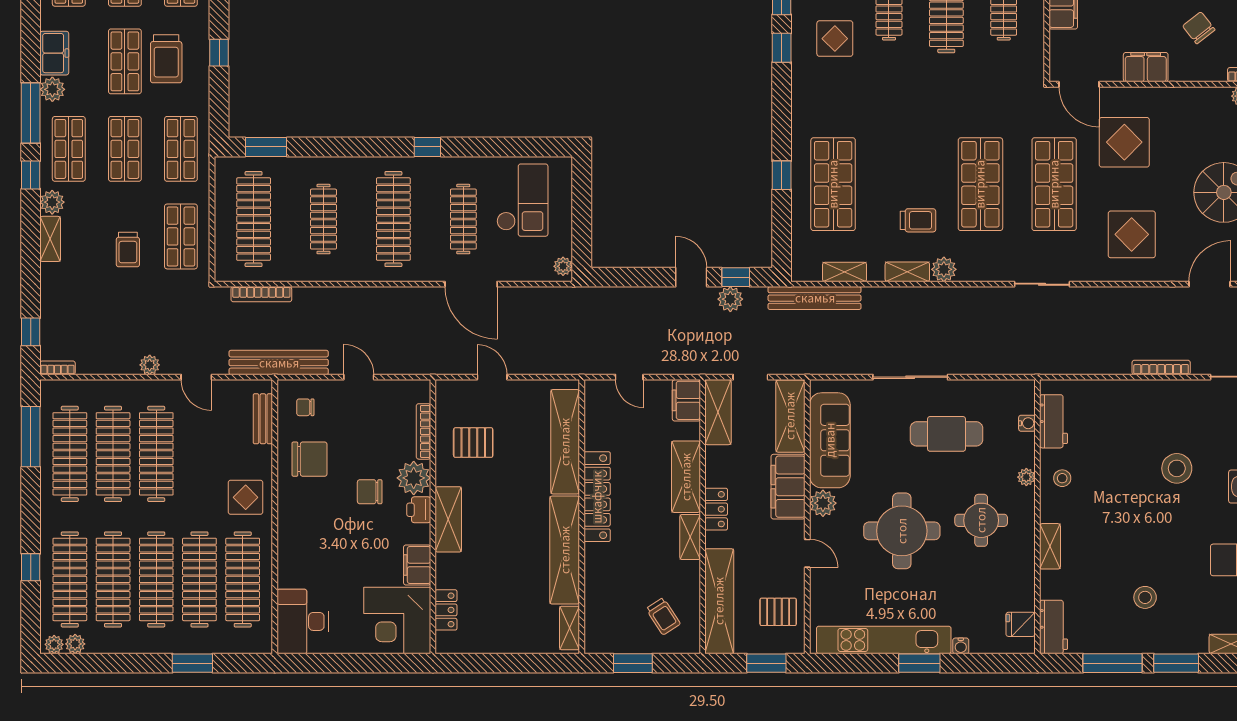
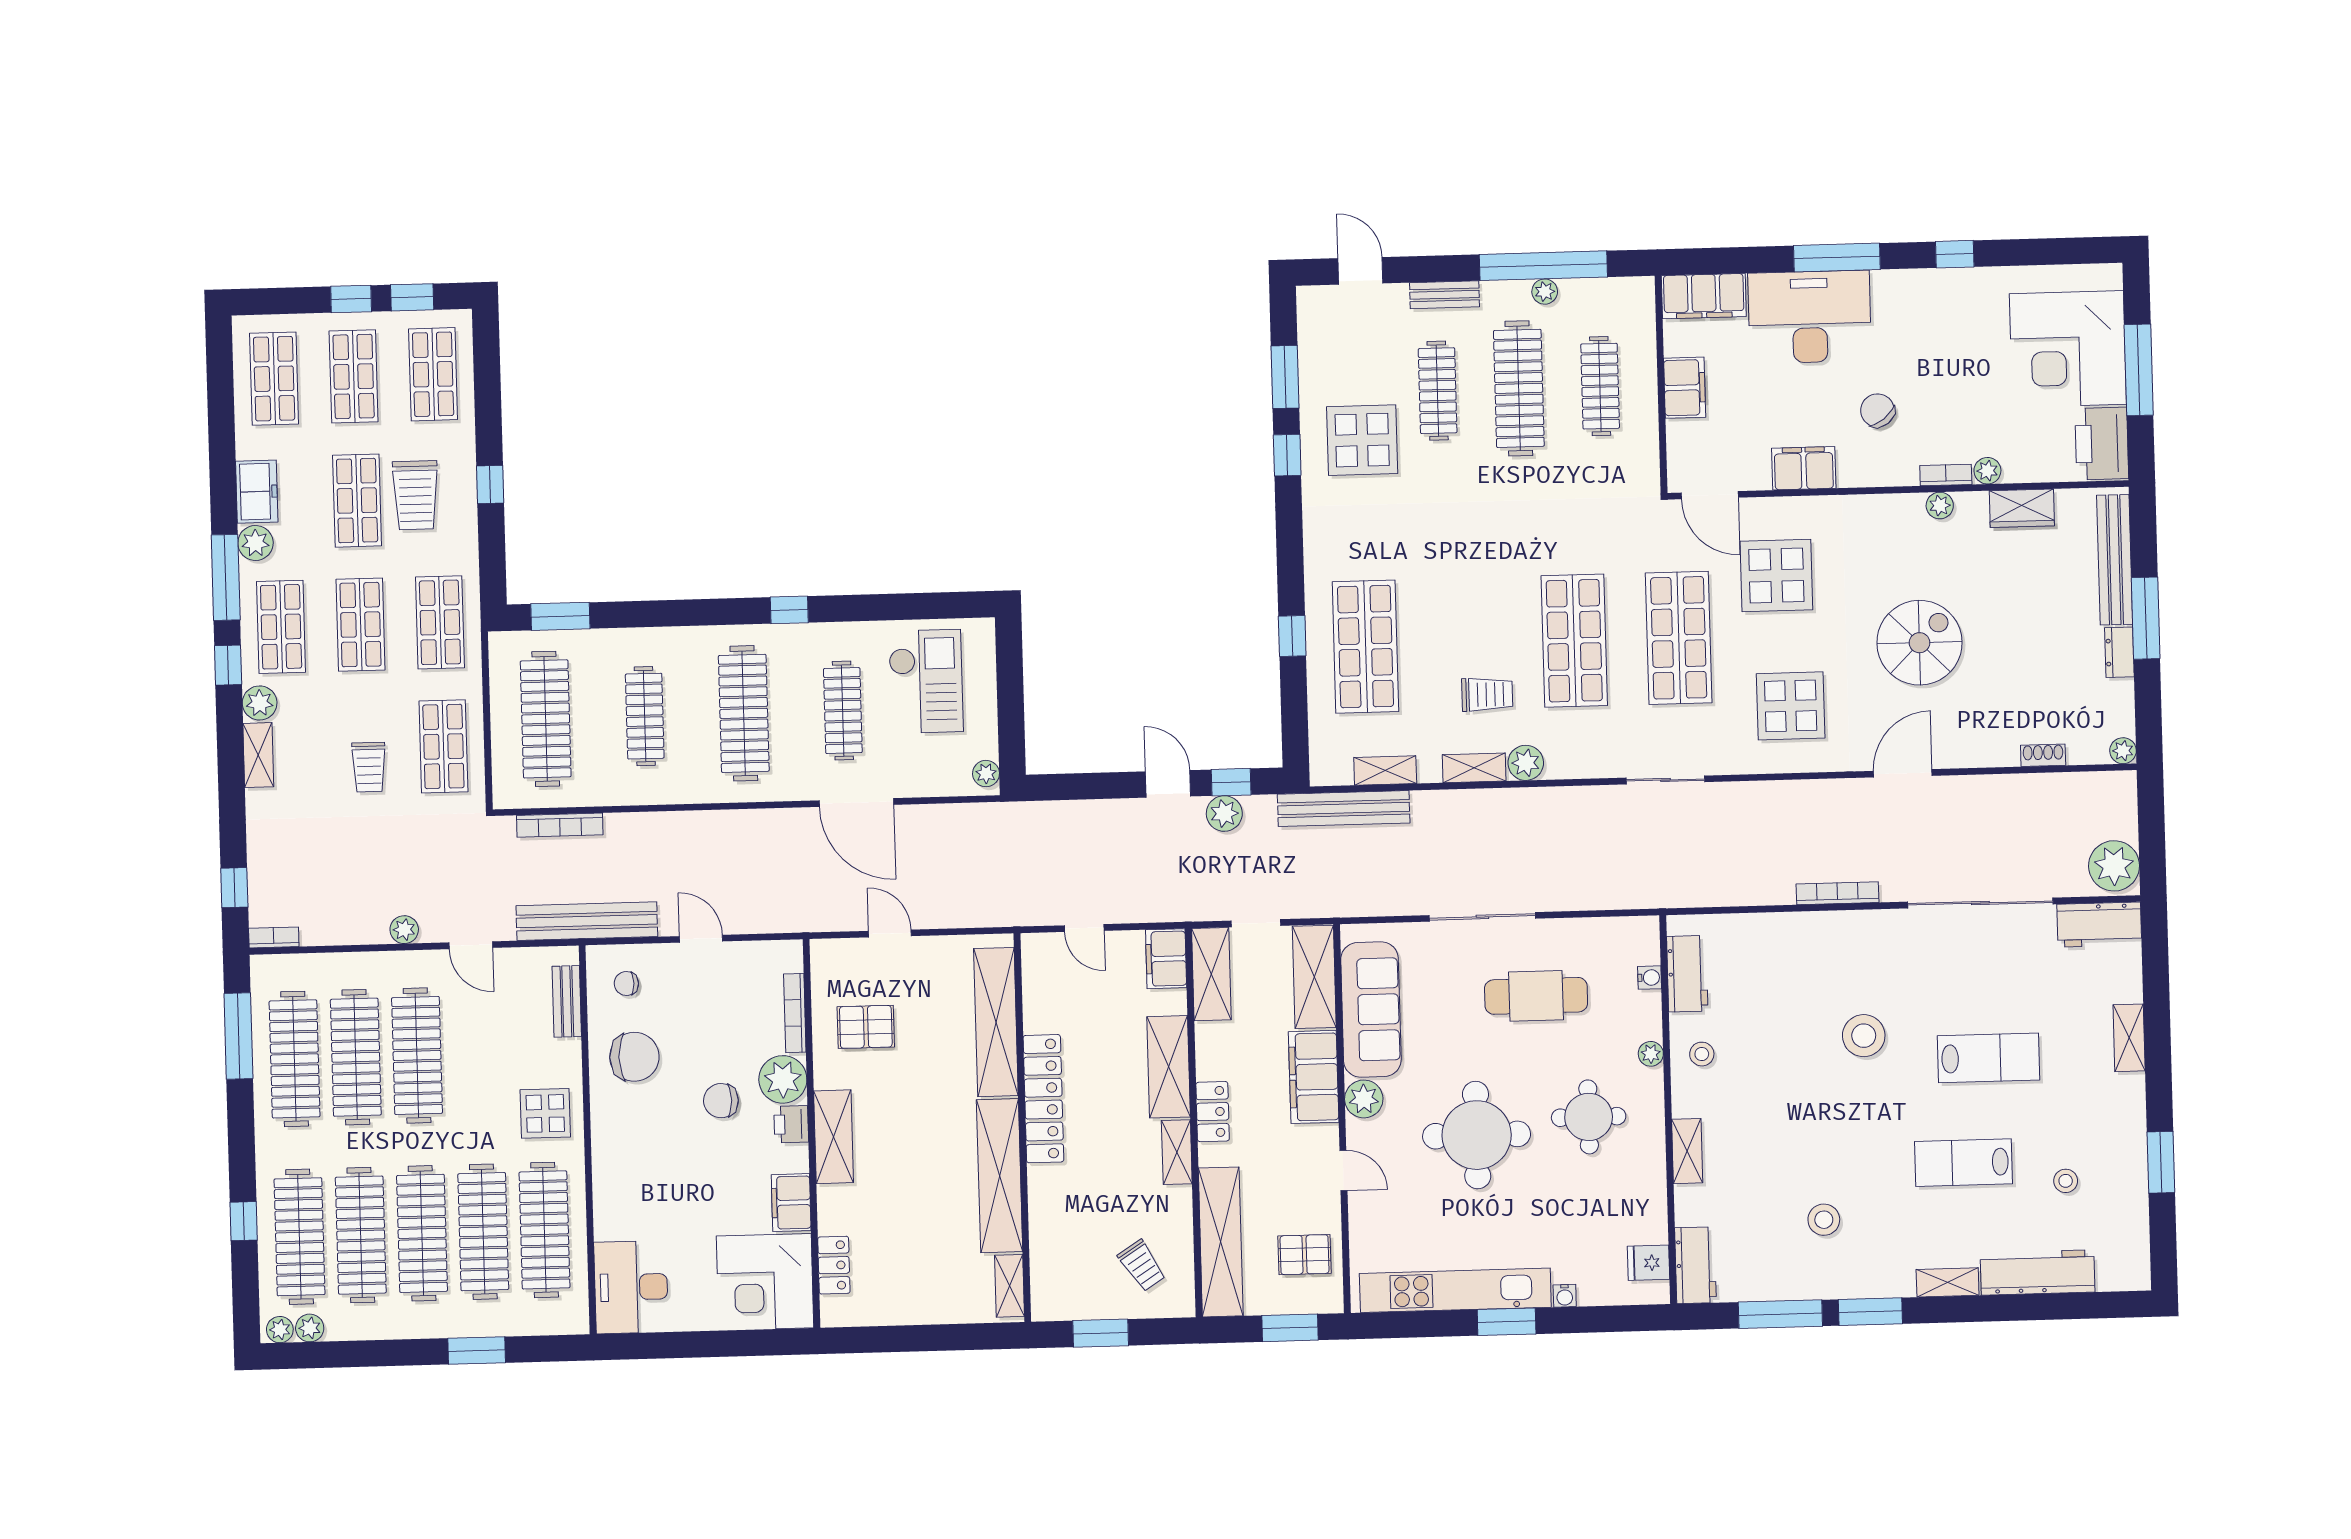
display table: (835, 39) -> (1362, 440), width x1.36, depth x1.36

